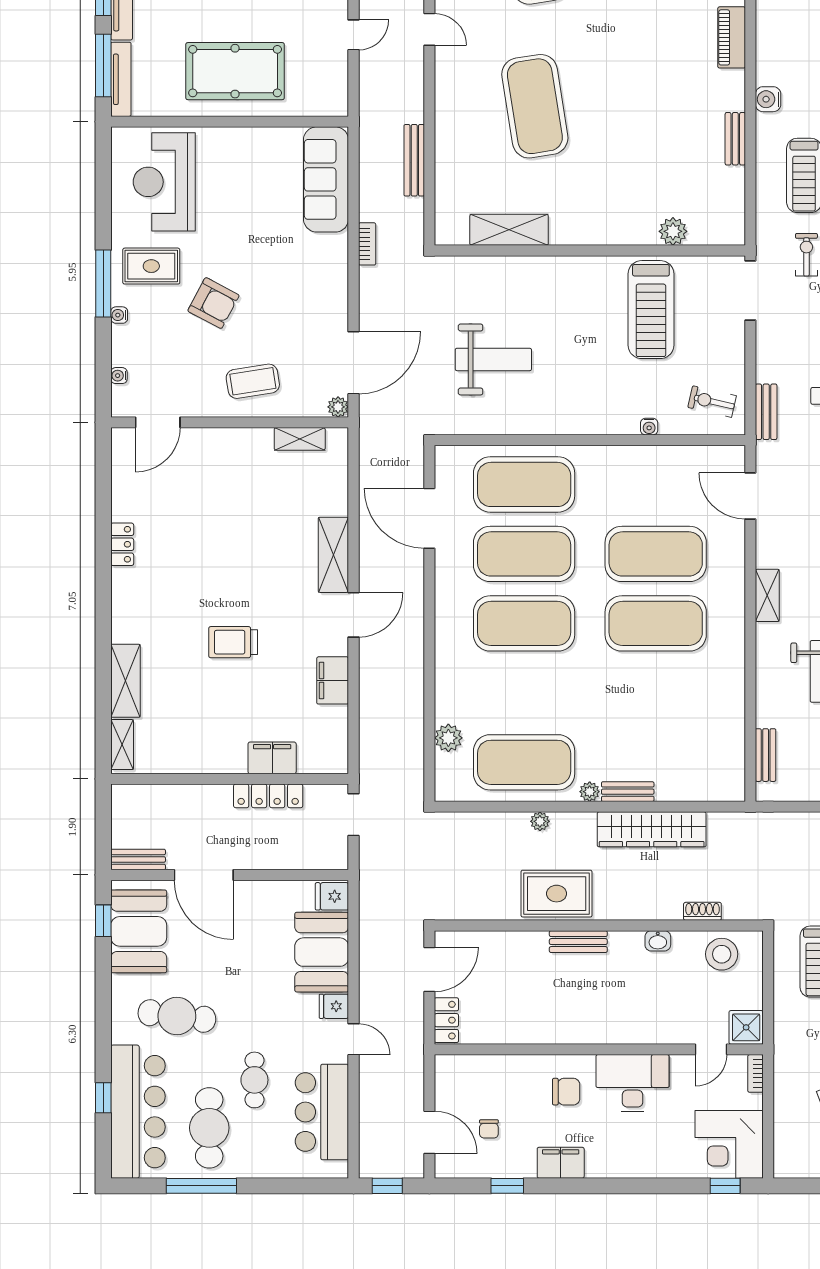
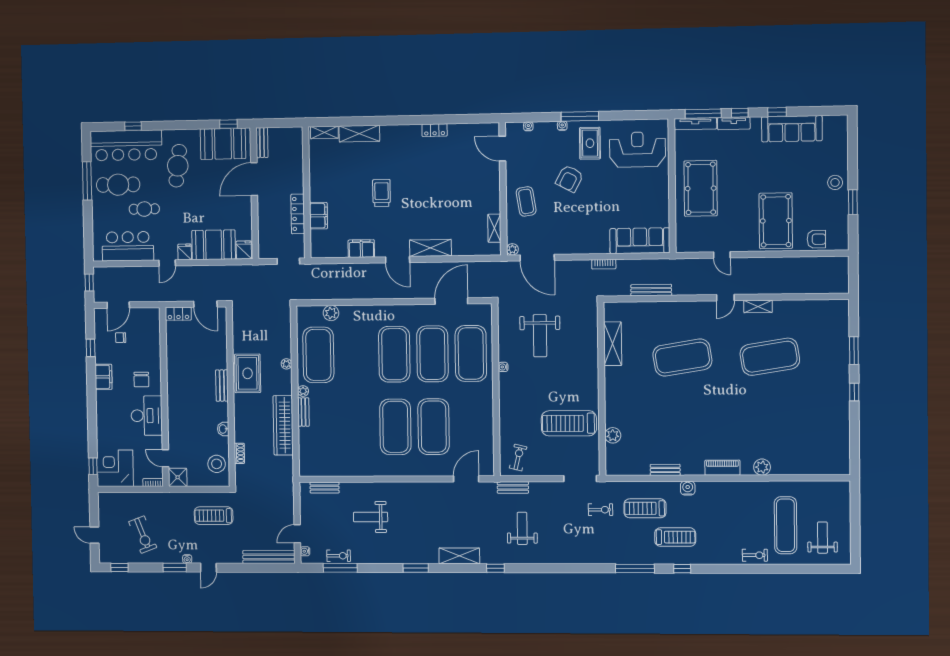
water cooler: (649, 427) -> (503, 367), moved
shelving: (767, 595) -> (412, 488), removed

